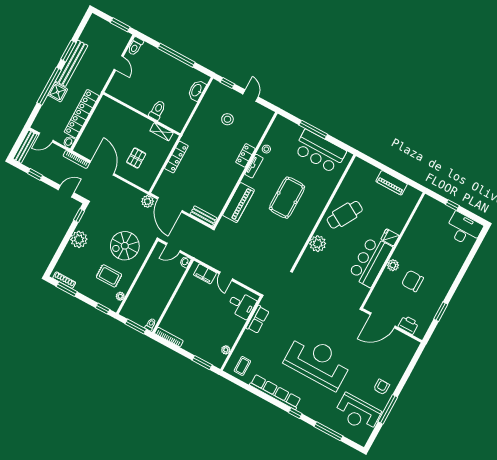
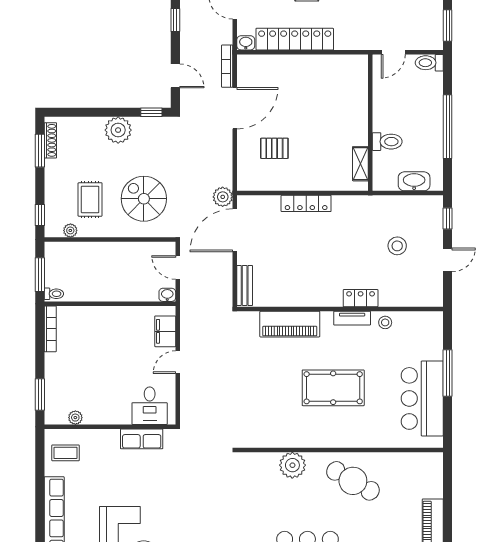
toilet: (157, 110) -> (387, 142), moved
wall: (142, 114) -> (370, 123), moved
shelving: (162, 132) -> (360, 164), moved

